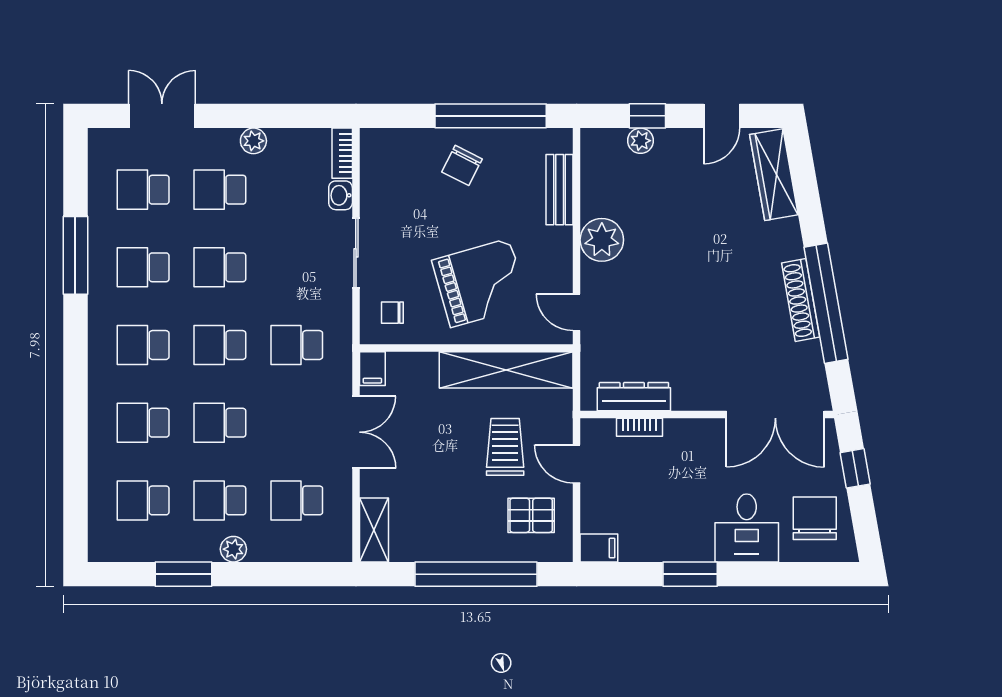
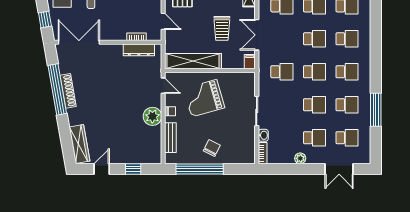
plant: (641, 141) -> (136, 158), removed
chair: (392, 313) -> (171, 111), moved
trolley: (505, 447) -> (222, 28), moved

